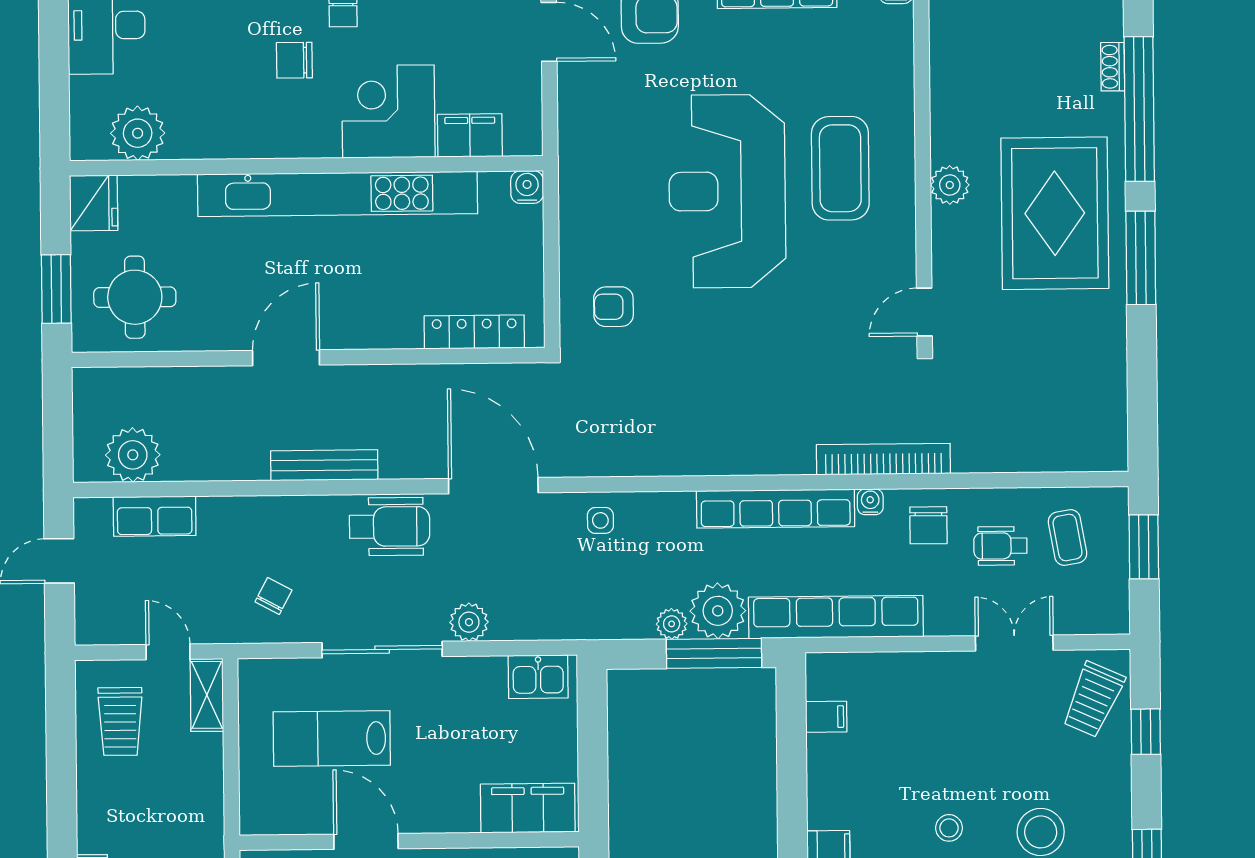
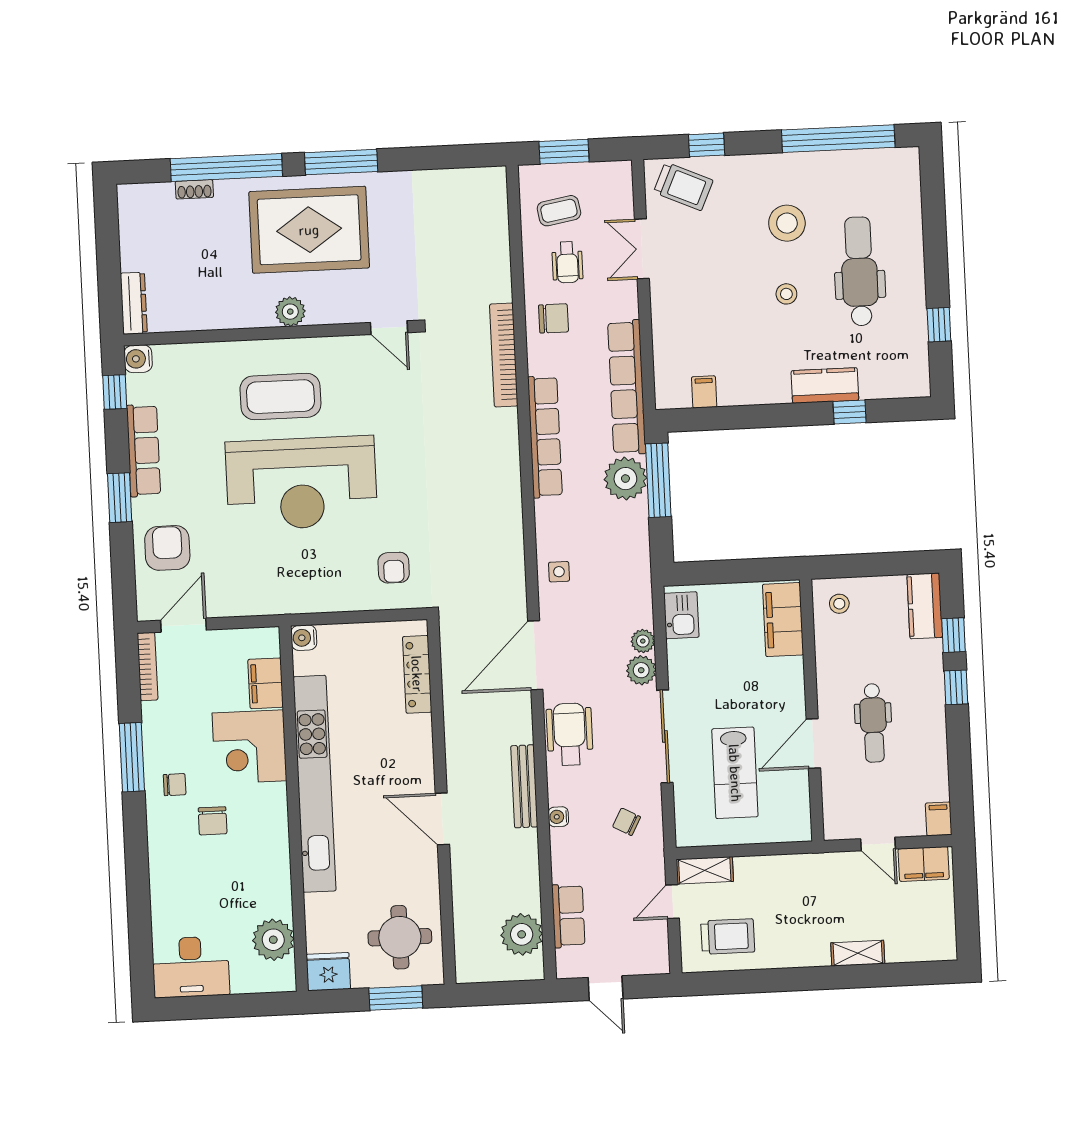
water cooler: (870, 502) -> (558, 817), moved
plant: (672, 624) -> (643, 641), moved

